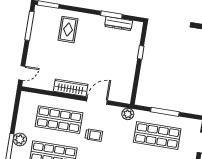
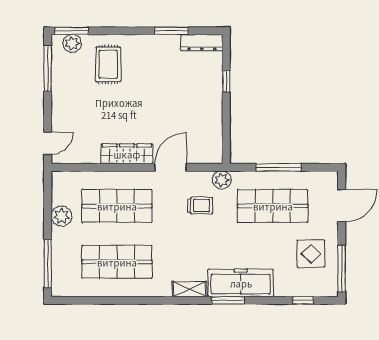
plant: (47, 13) -> (72, 43), added
dresser: (119, 24) -> (202, 43), moved
trolley: (94, 135) -> (200, 206), moved
plant: (20, 139) -> (61, 216), moved

